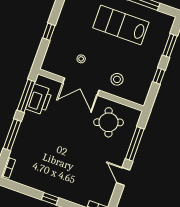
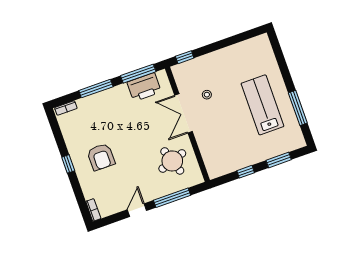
window: (49, 32) -> (185, 57), moved
stool: (117, 79) -> (214, 139), removed
armchair: (64, 171) -> (101, 157), added

